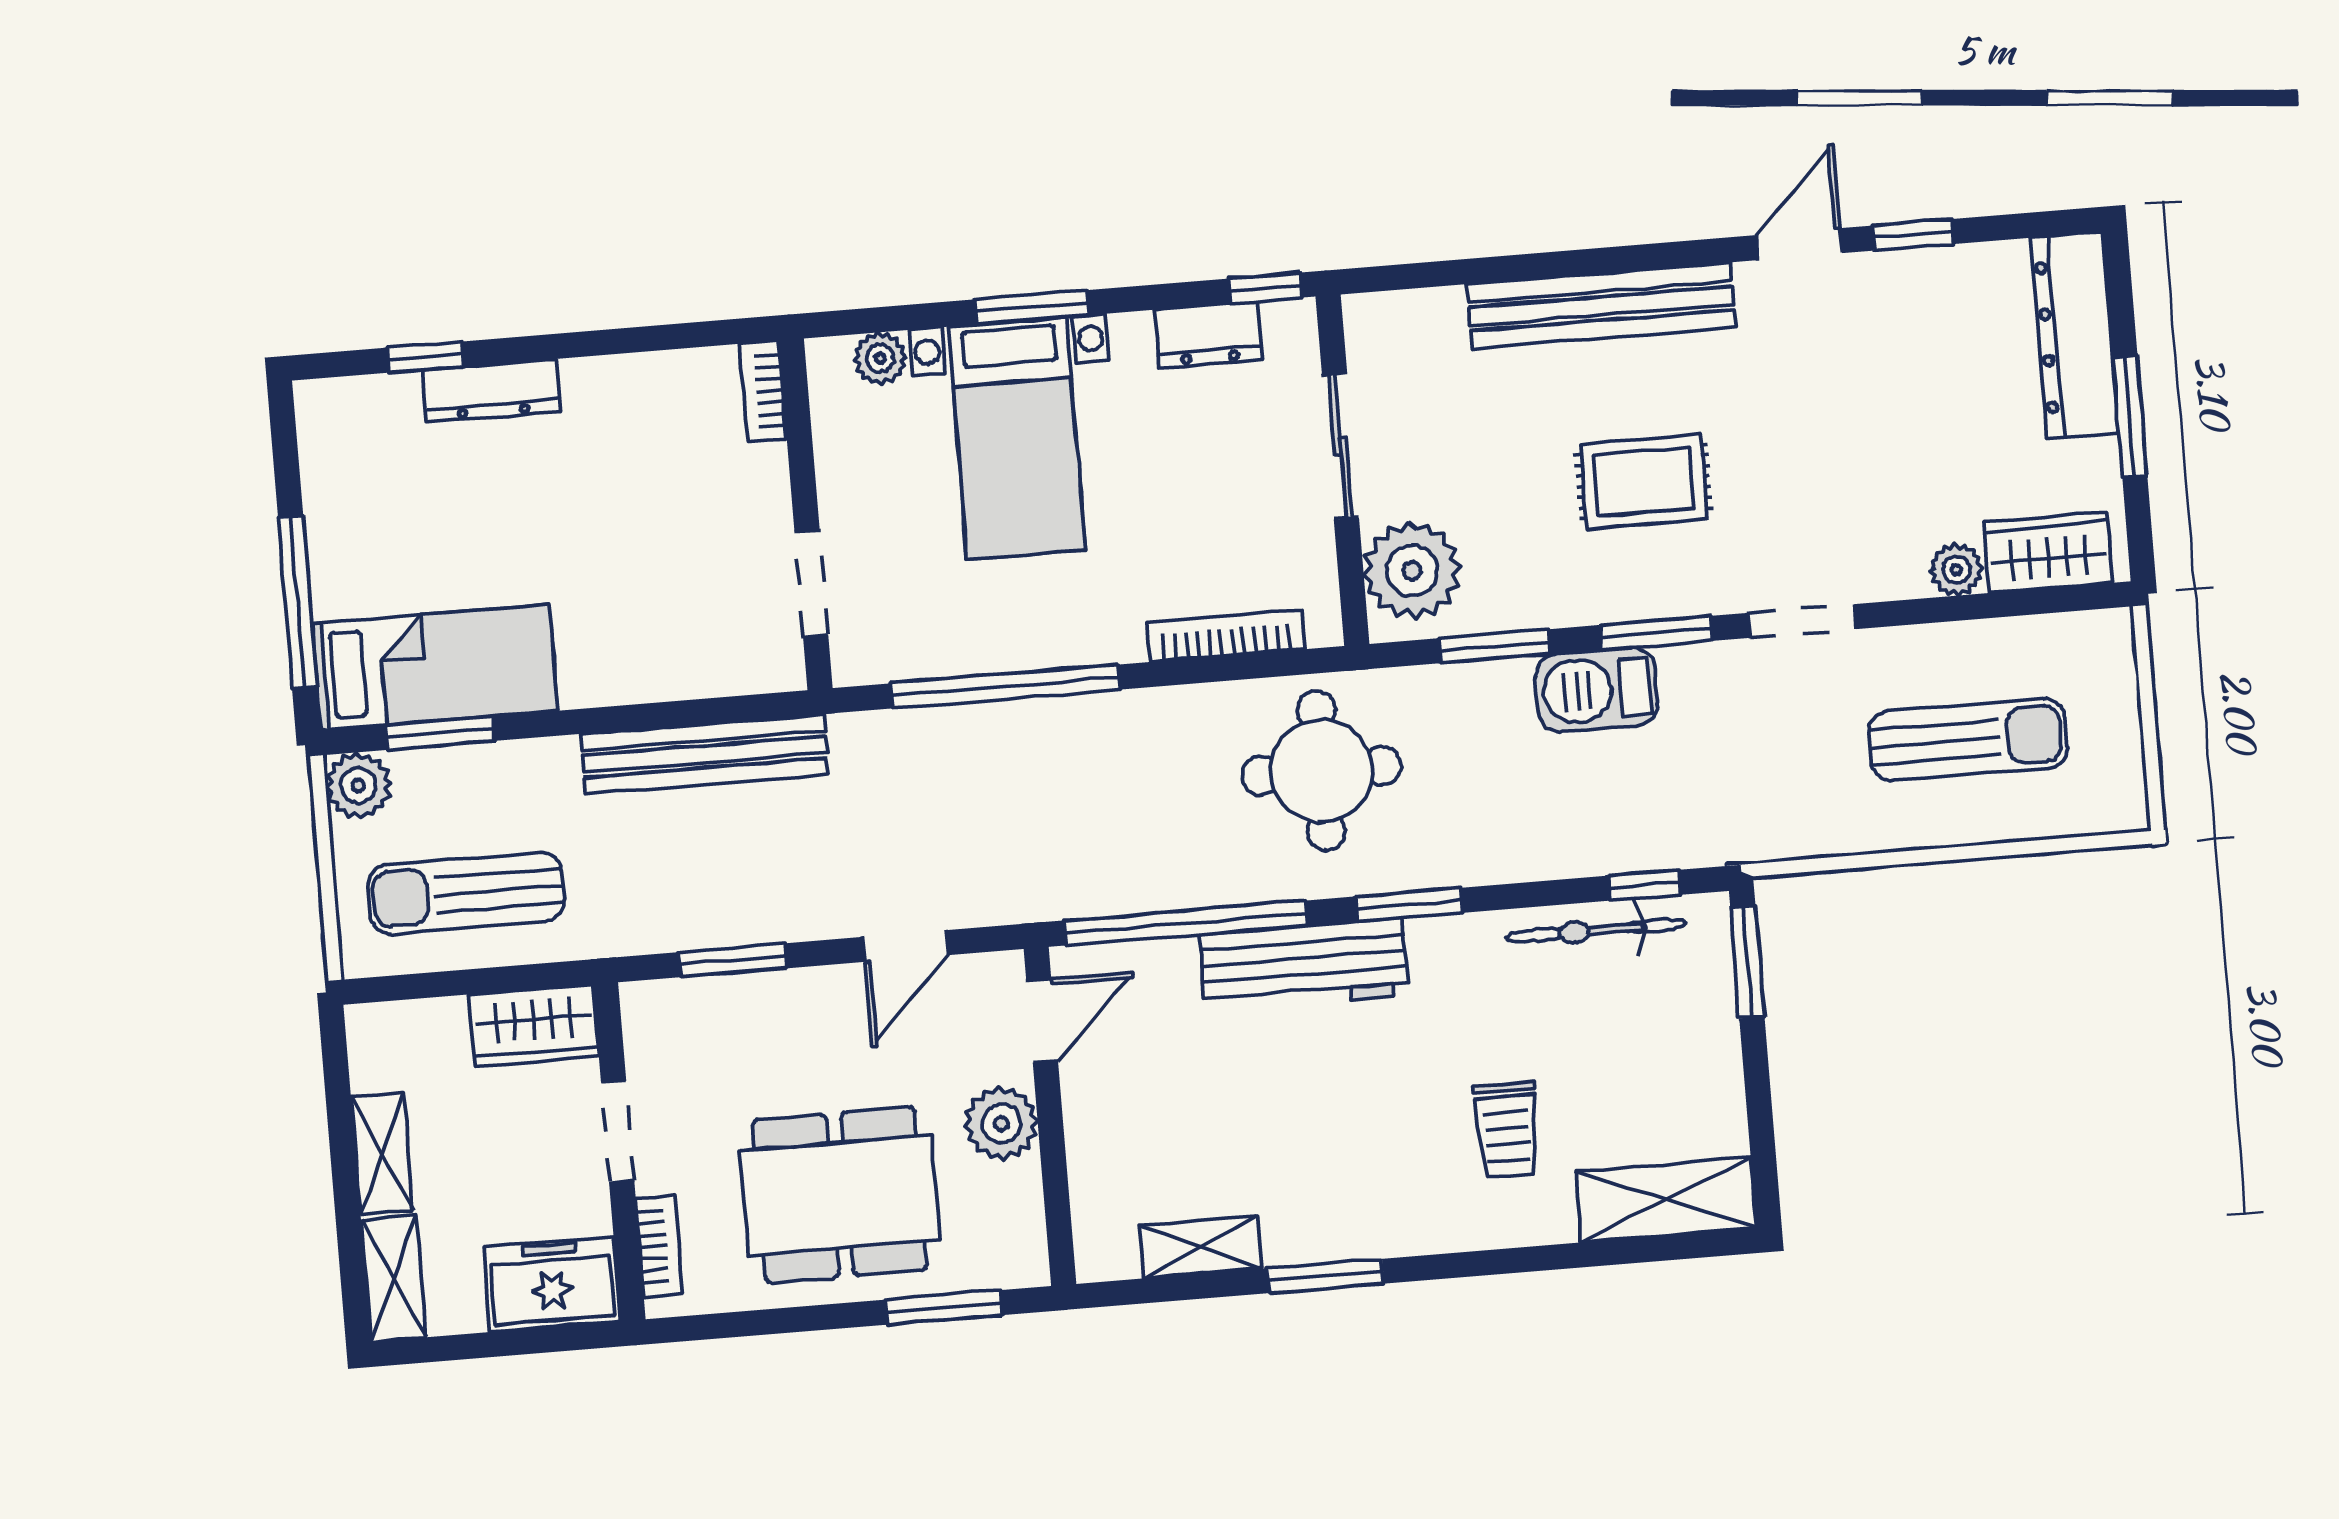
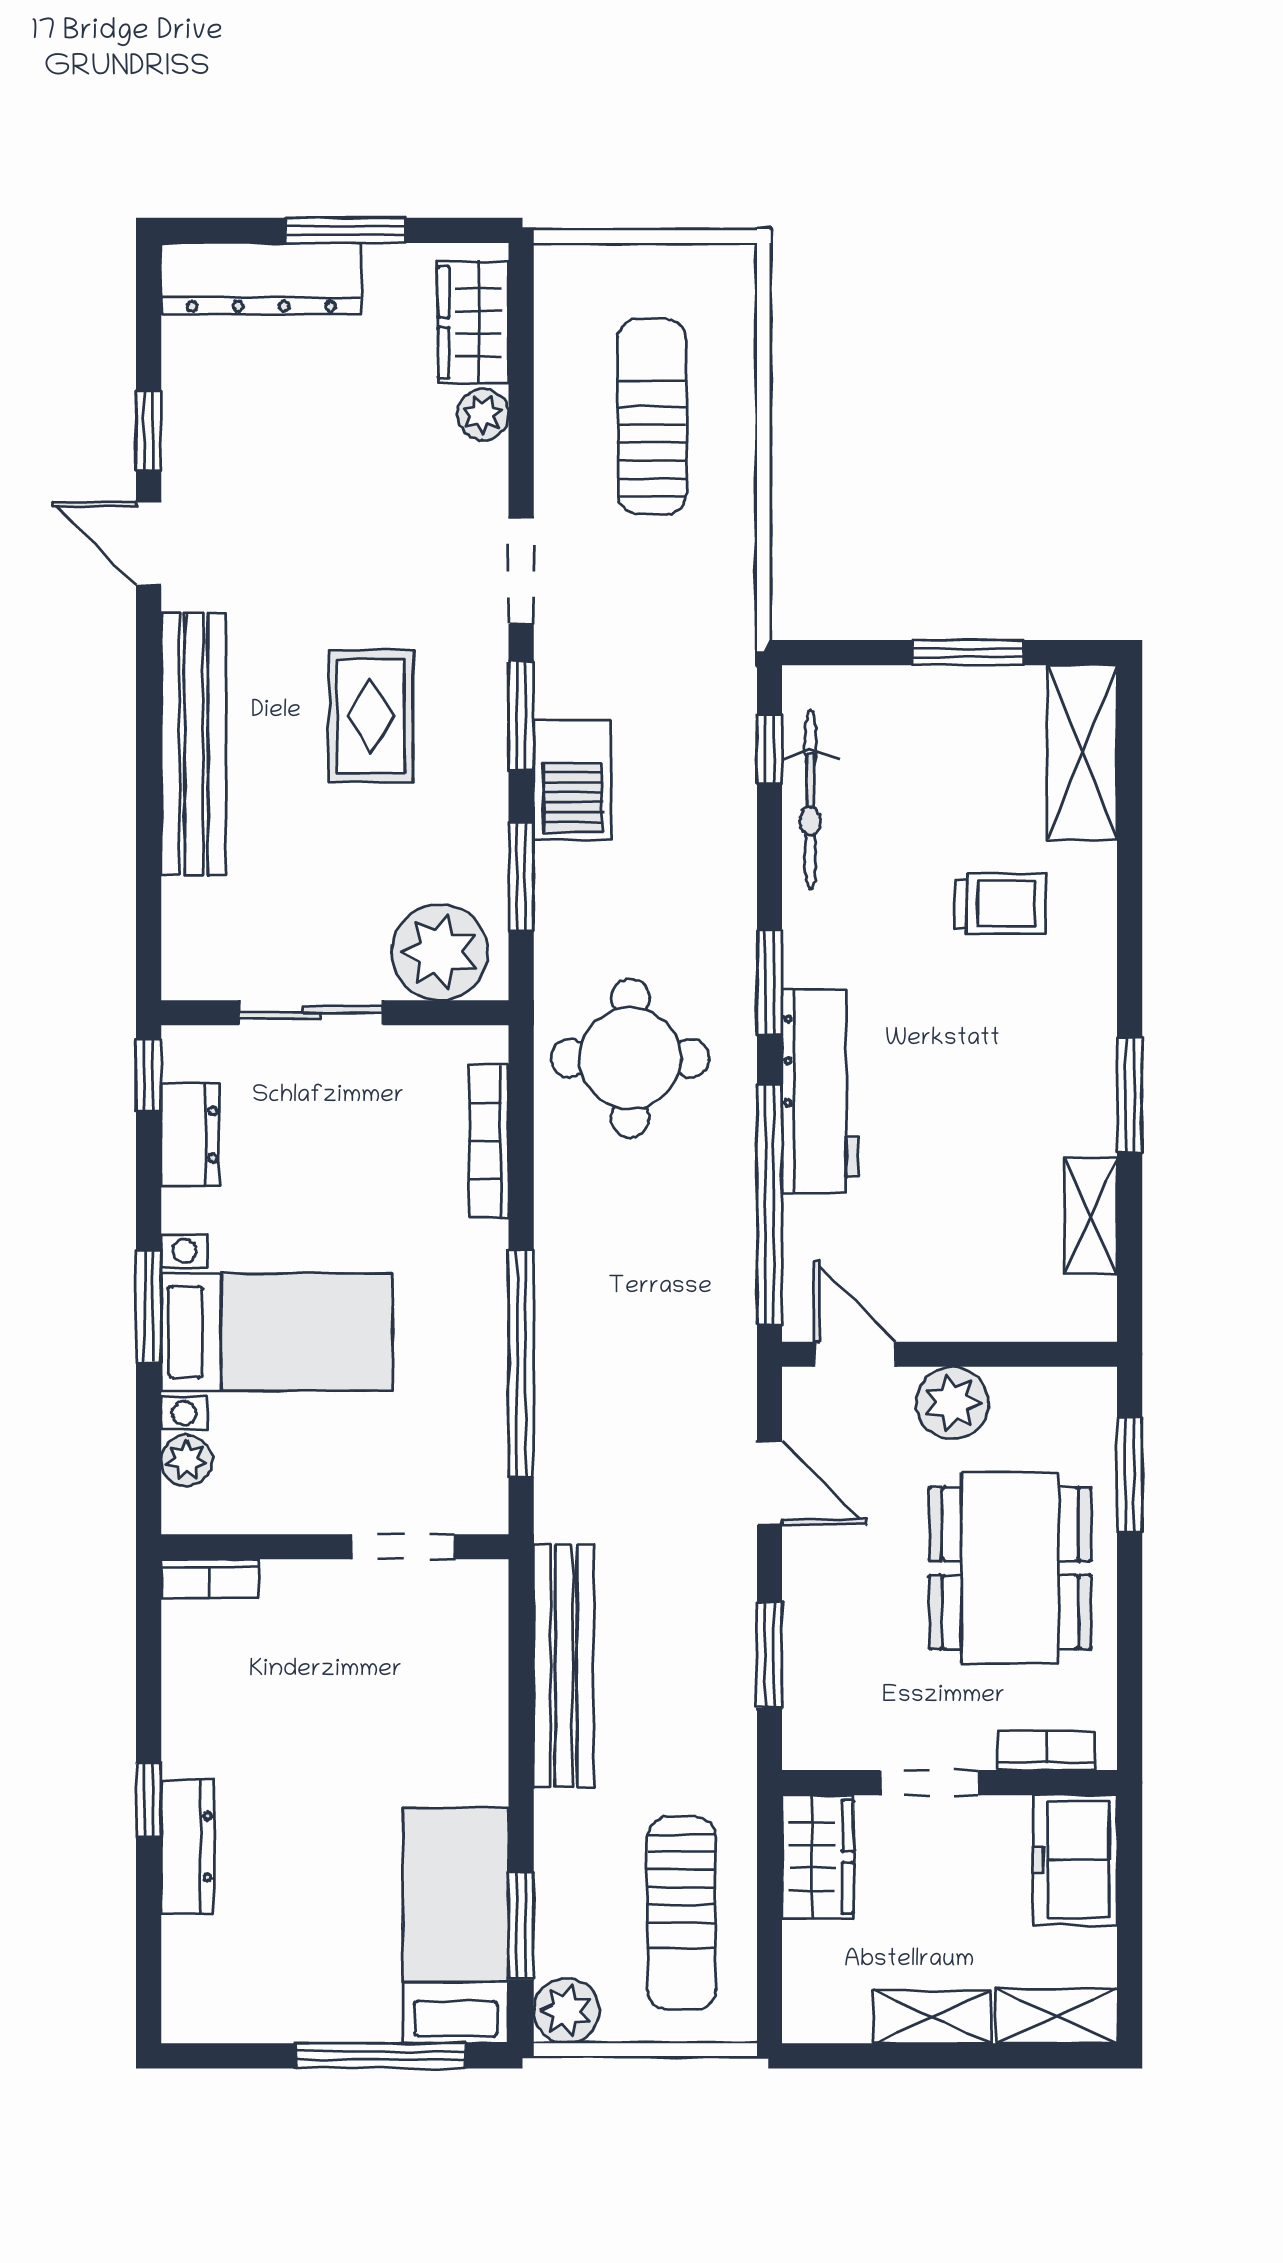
window: (425, 357) -> (149, 1800), moved
window: (1747, 962) -> (968, 653), moved

